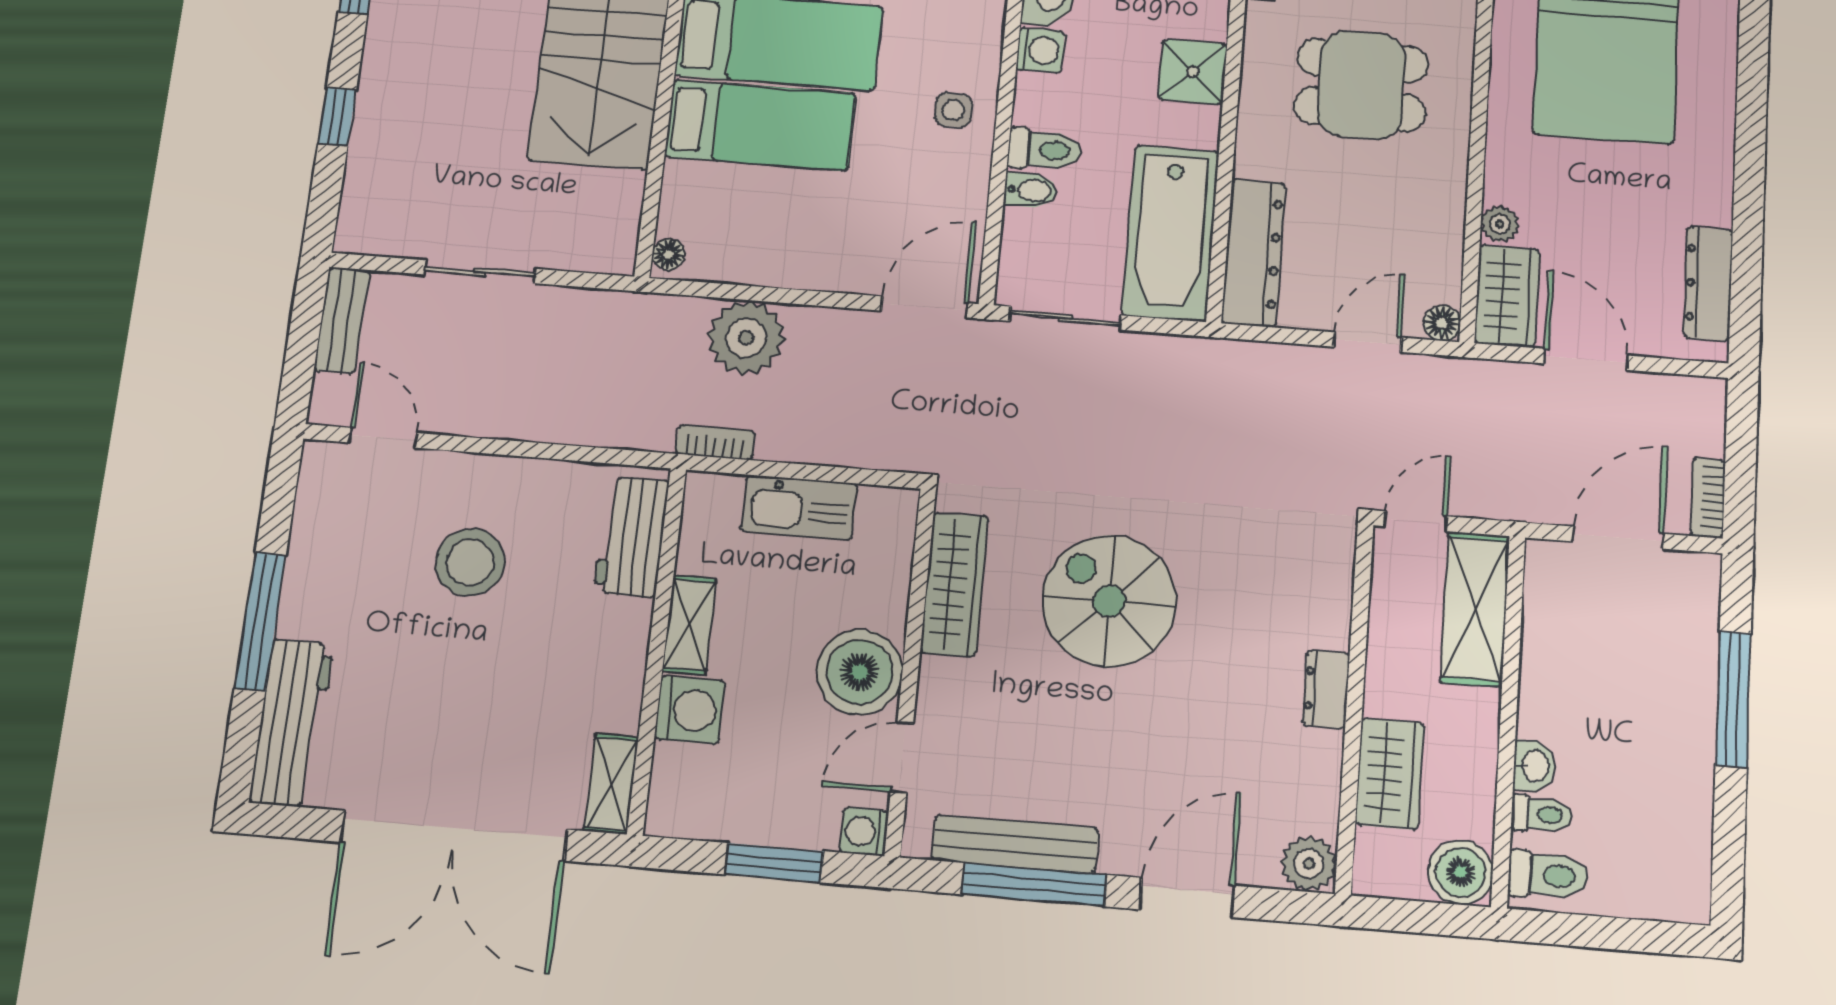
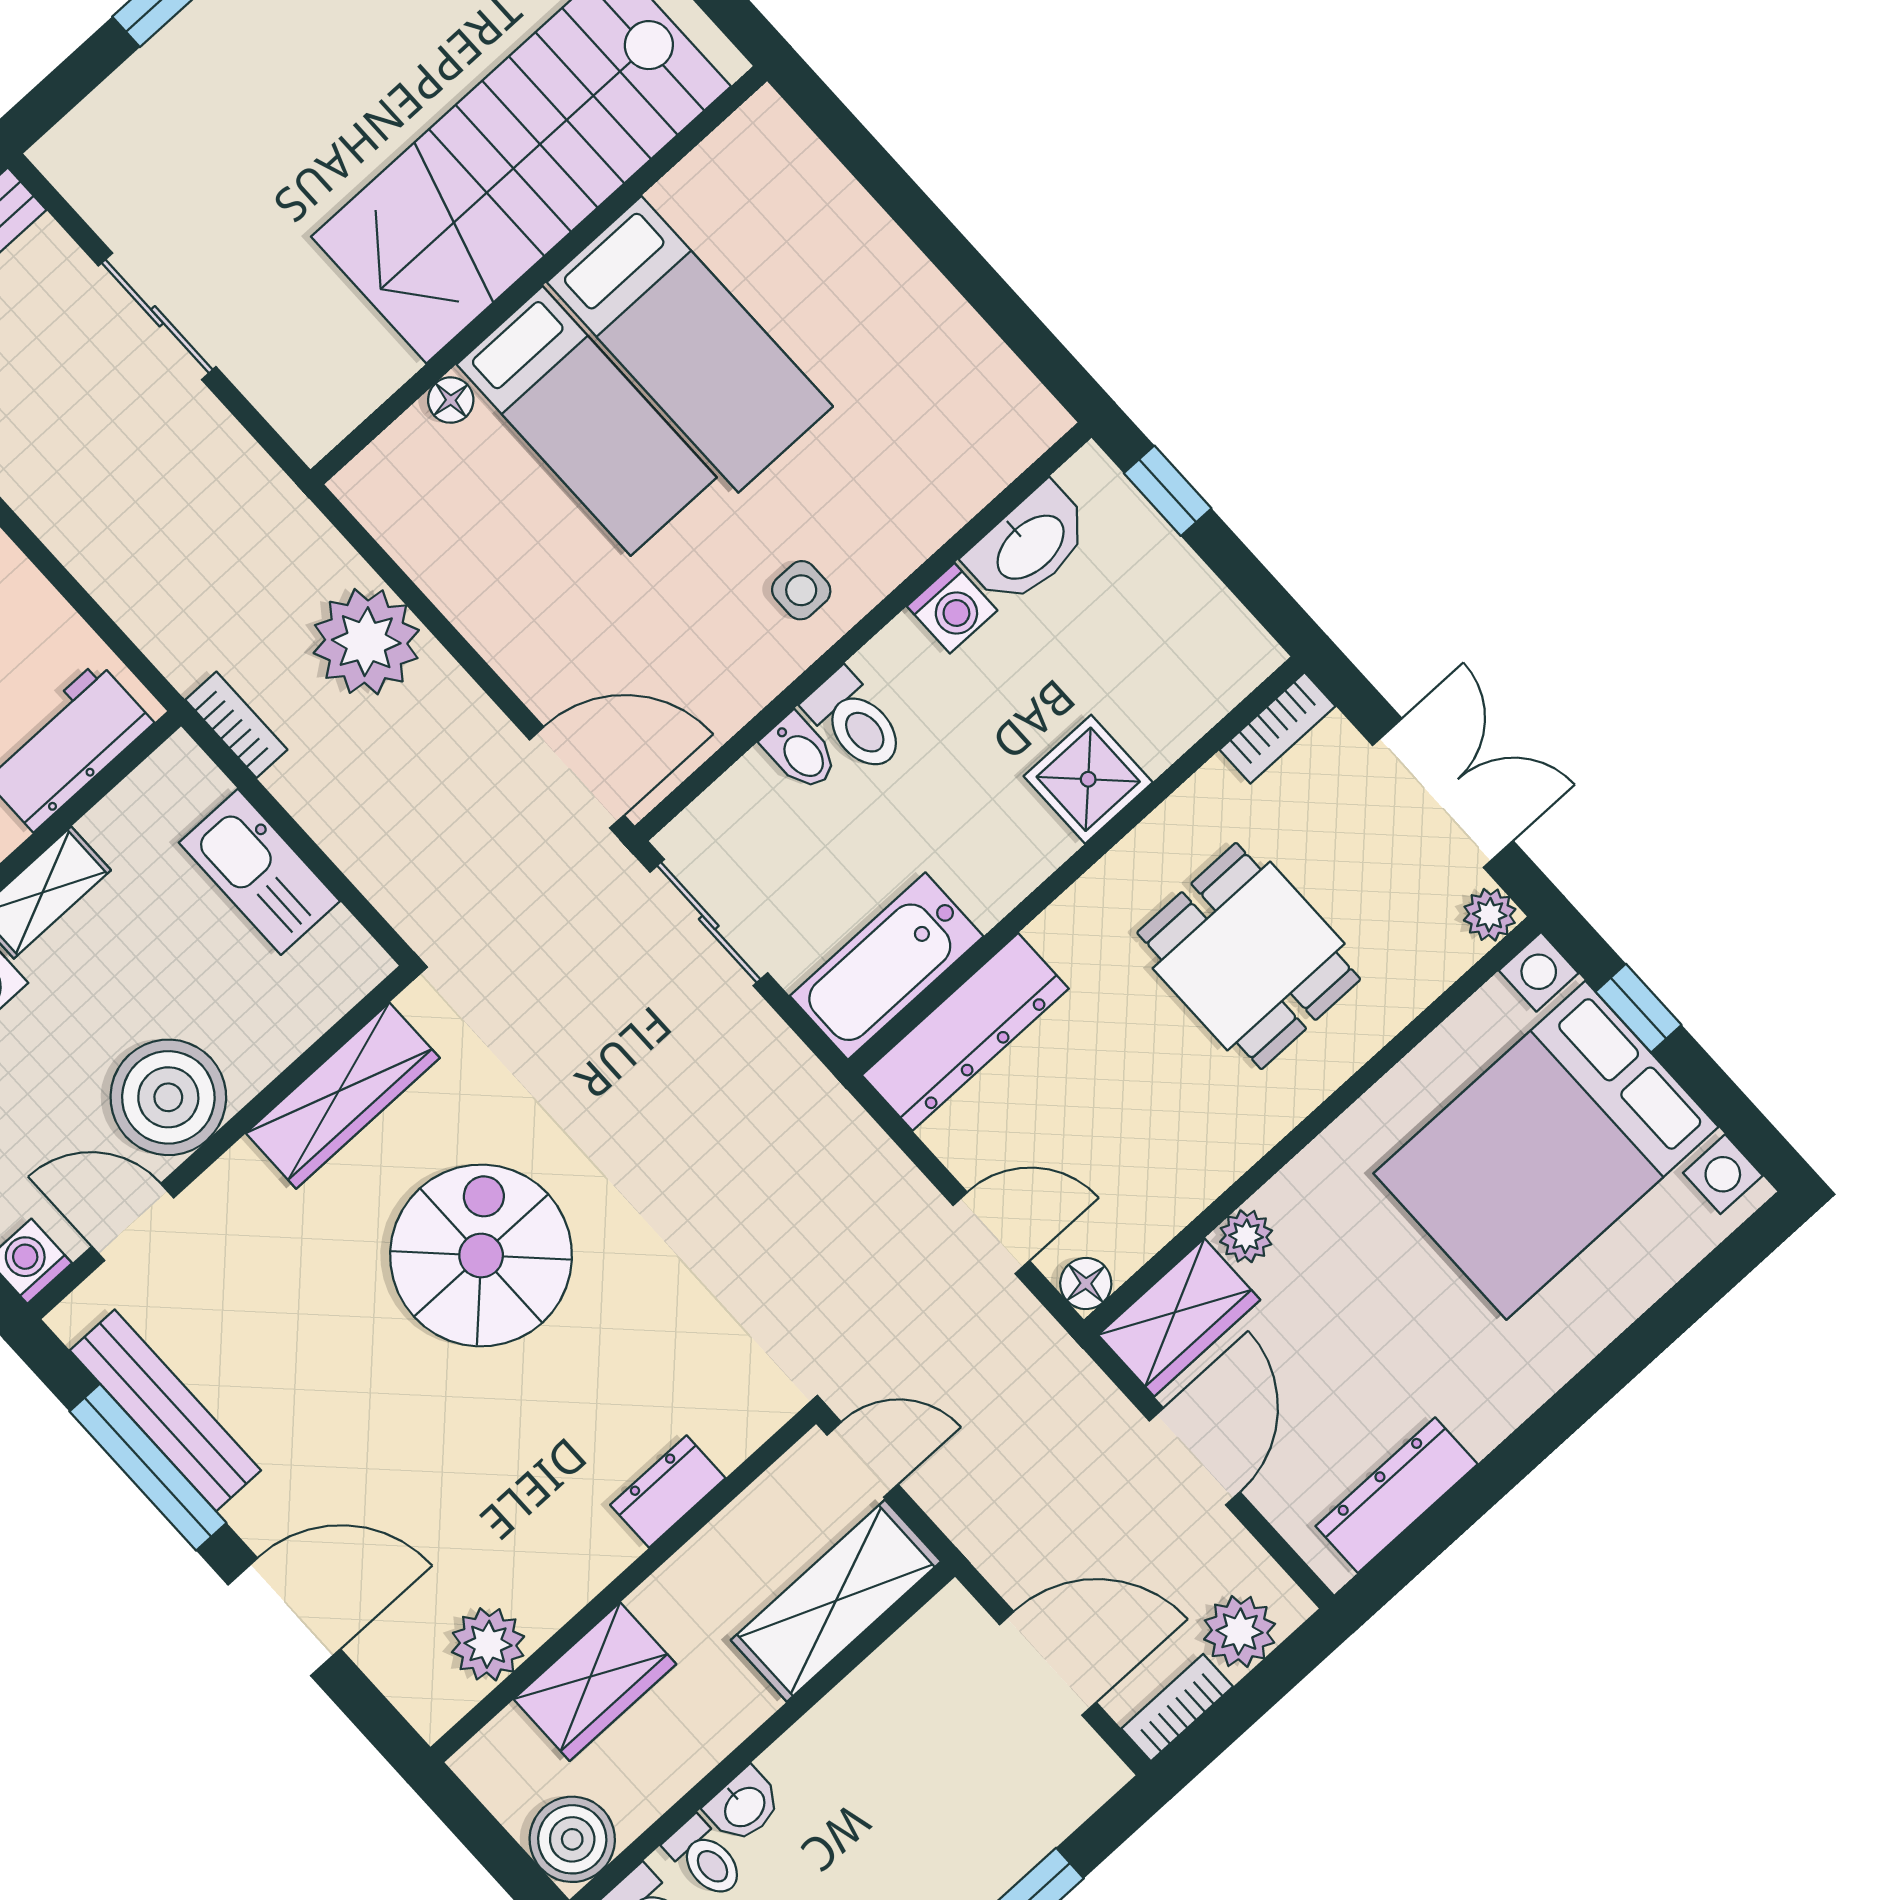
bathtub: (1171, 233) -> (887, 966), width x0.73, depth x0.73
floor lamp: (668, 254) -> (451, 400), moved
plant: (1700, 428) -> (1240, 1632), added
dresser: (1326, 689) -> (668, 1491), moved
plant: (1309, 864) -> (488, 1644), moved

